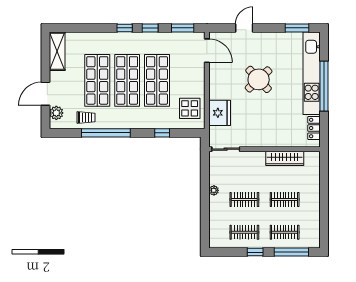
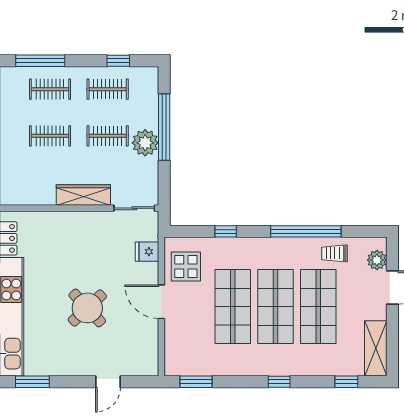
window: (150, 28) -> (346, 382), moved
door: (207, 51) -> (161, 302), moved
fridge: (220, 113) -> (147, 252), width x0.53, depth x0.75
wardrobe: (285, 158) -> (83, 195), moved
plant: (214, 190) -> (145, 143), width x1.88, depth x1.88
window: (205, 206) -> (164, 127), added
window: (255, 252) -> (118, 61), moved

